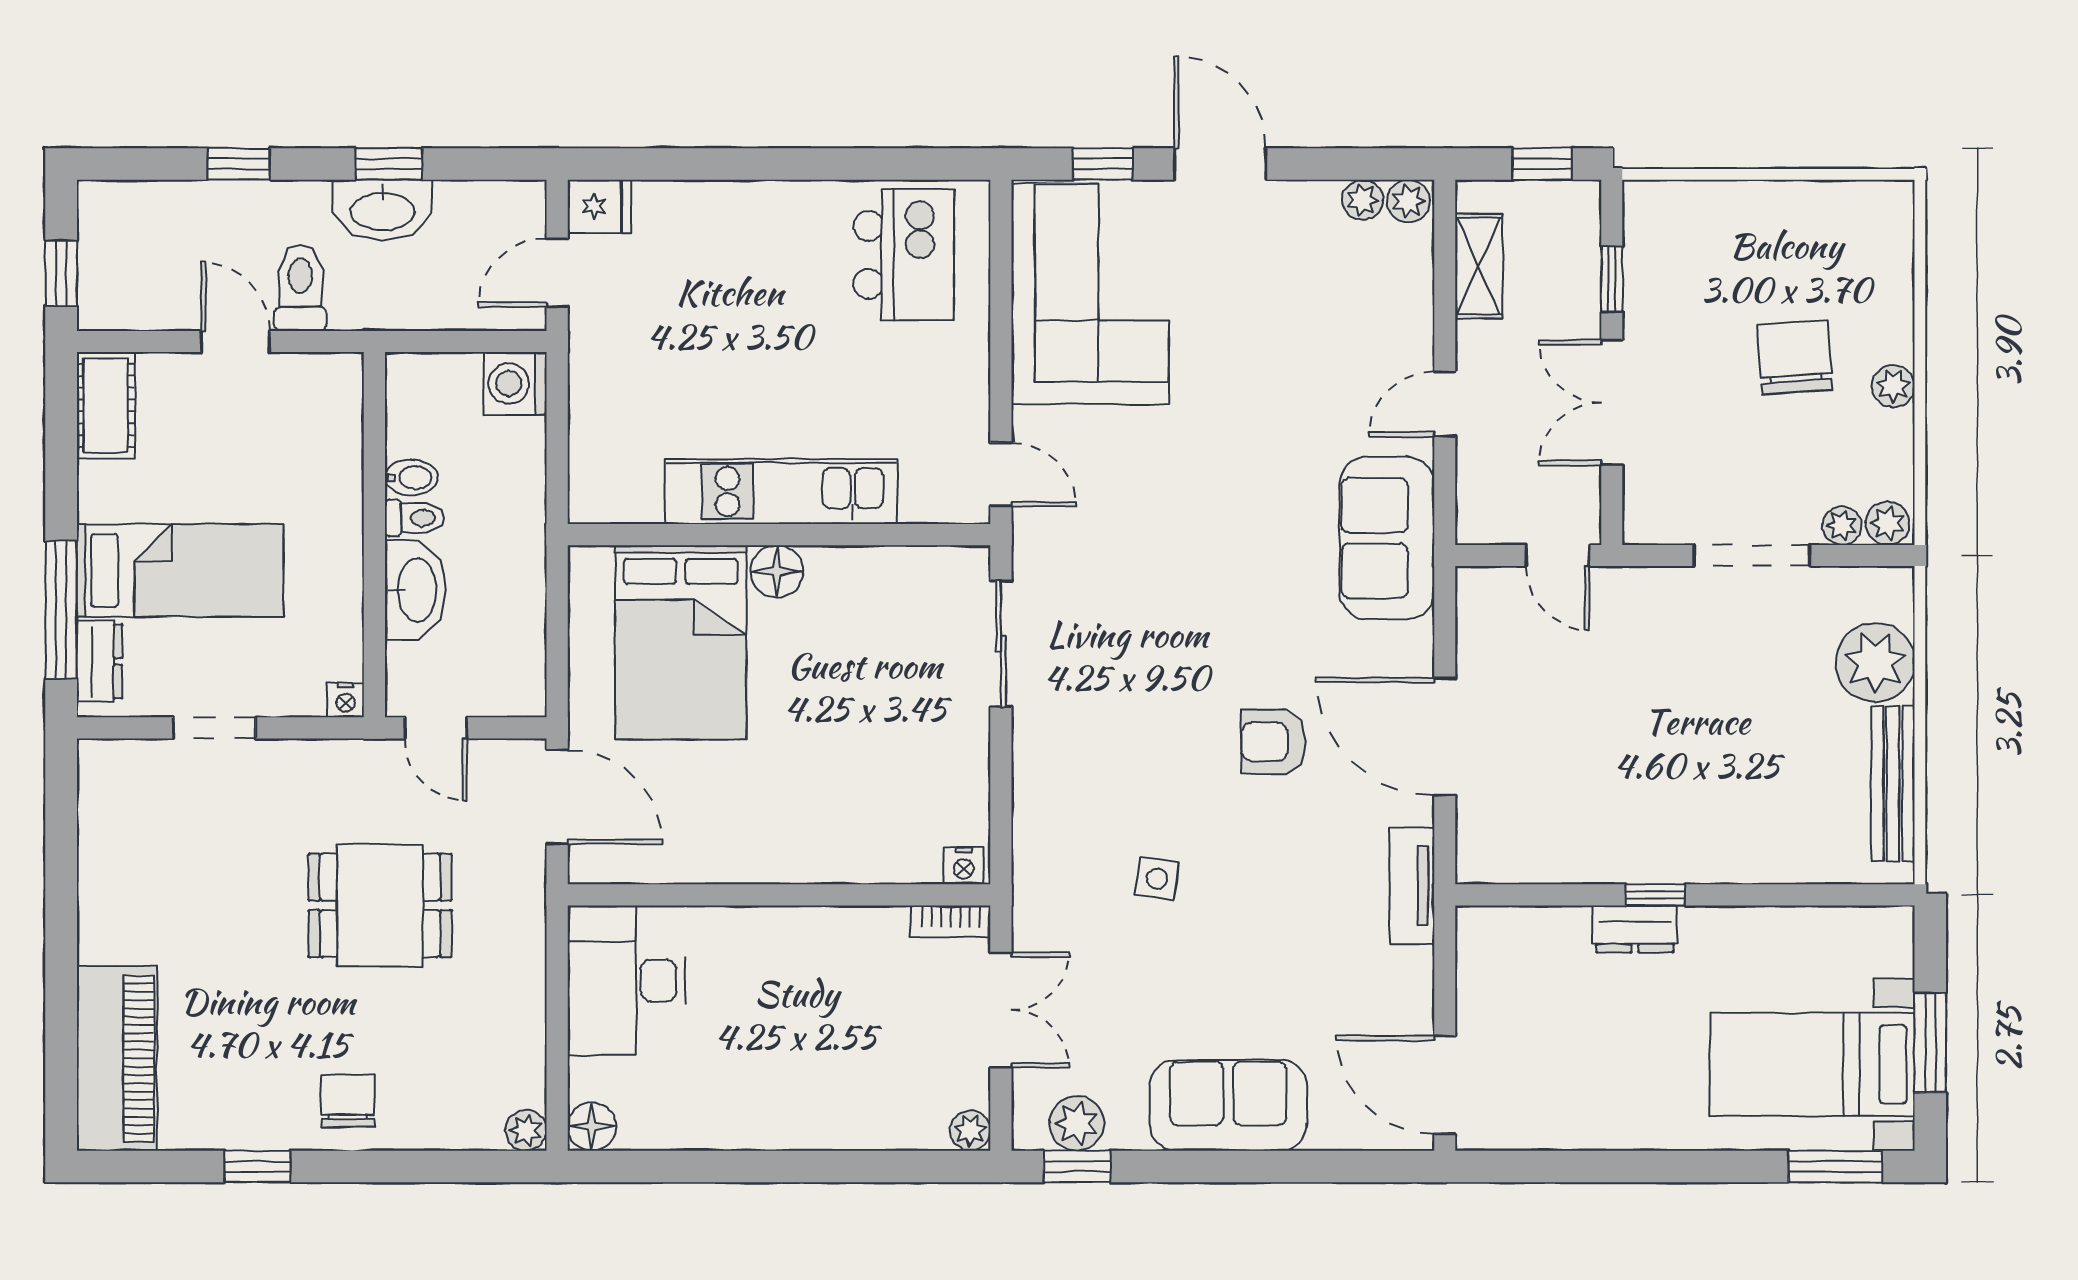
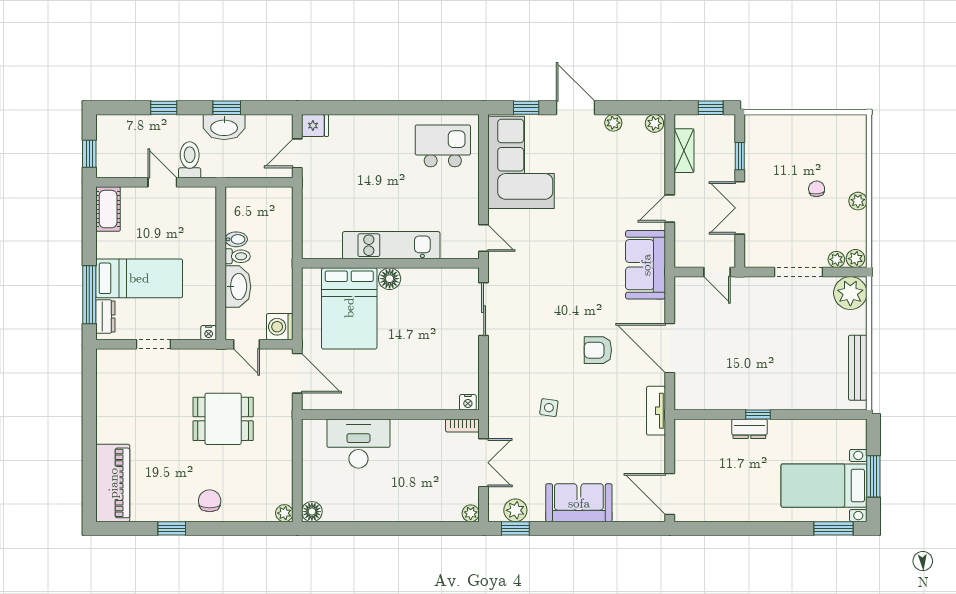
plant: (1362, 200) -> (613, 123), moved
kitchen island: (904, 255) -> (443, 146), turned -90
chair: (1795, 357) -> (817, 189), width x0.54, depth x0.54
washing machine: (515, 383) -> (280, 327), moved
plant: (1875, 662) -> (850, 293), moved
desk: (626, 980) -> (358, 444), moved, turned 90

